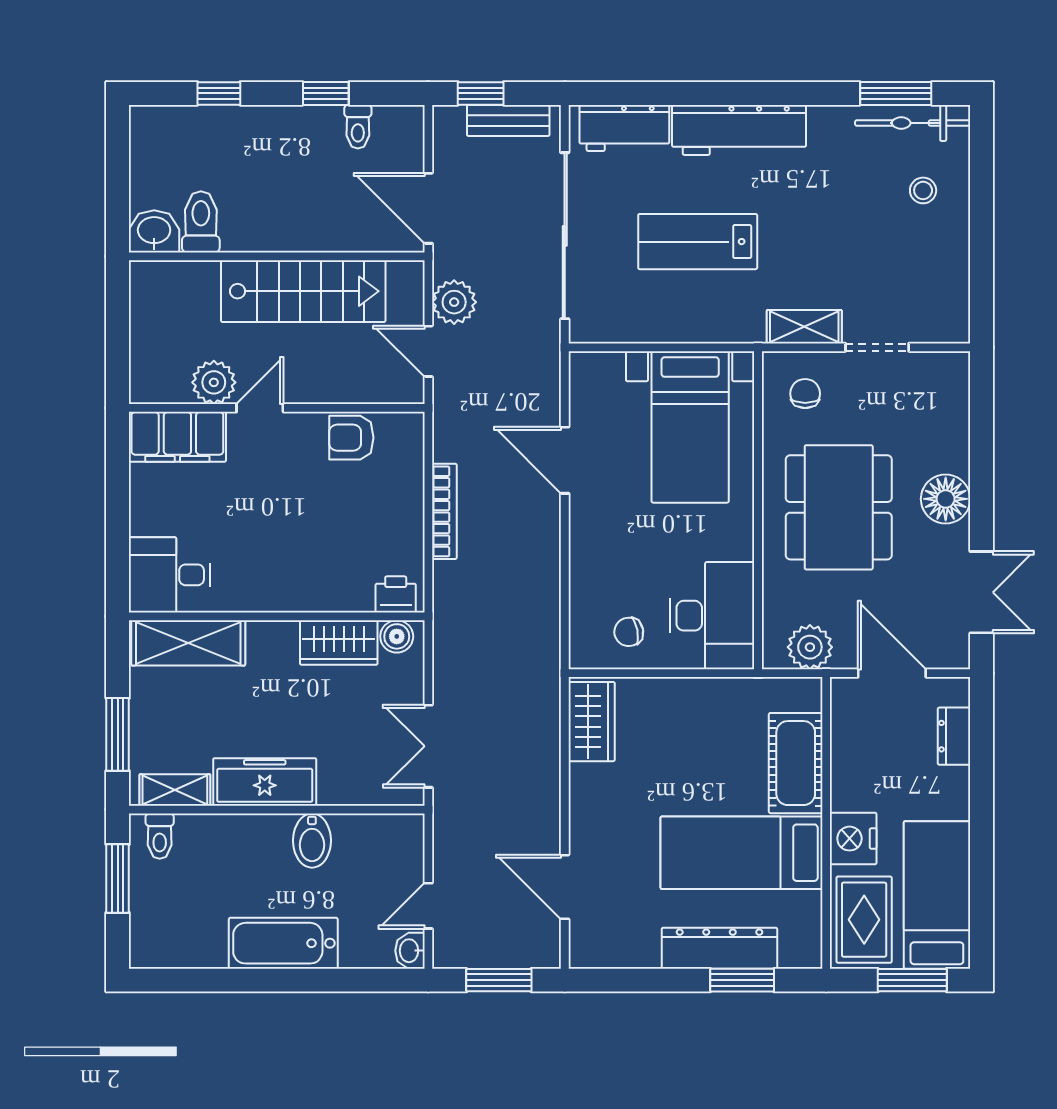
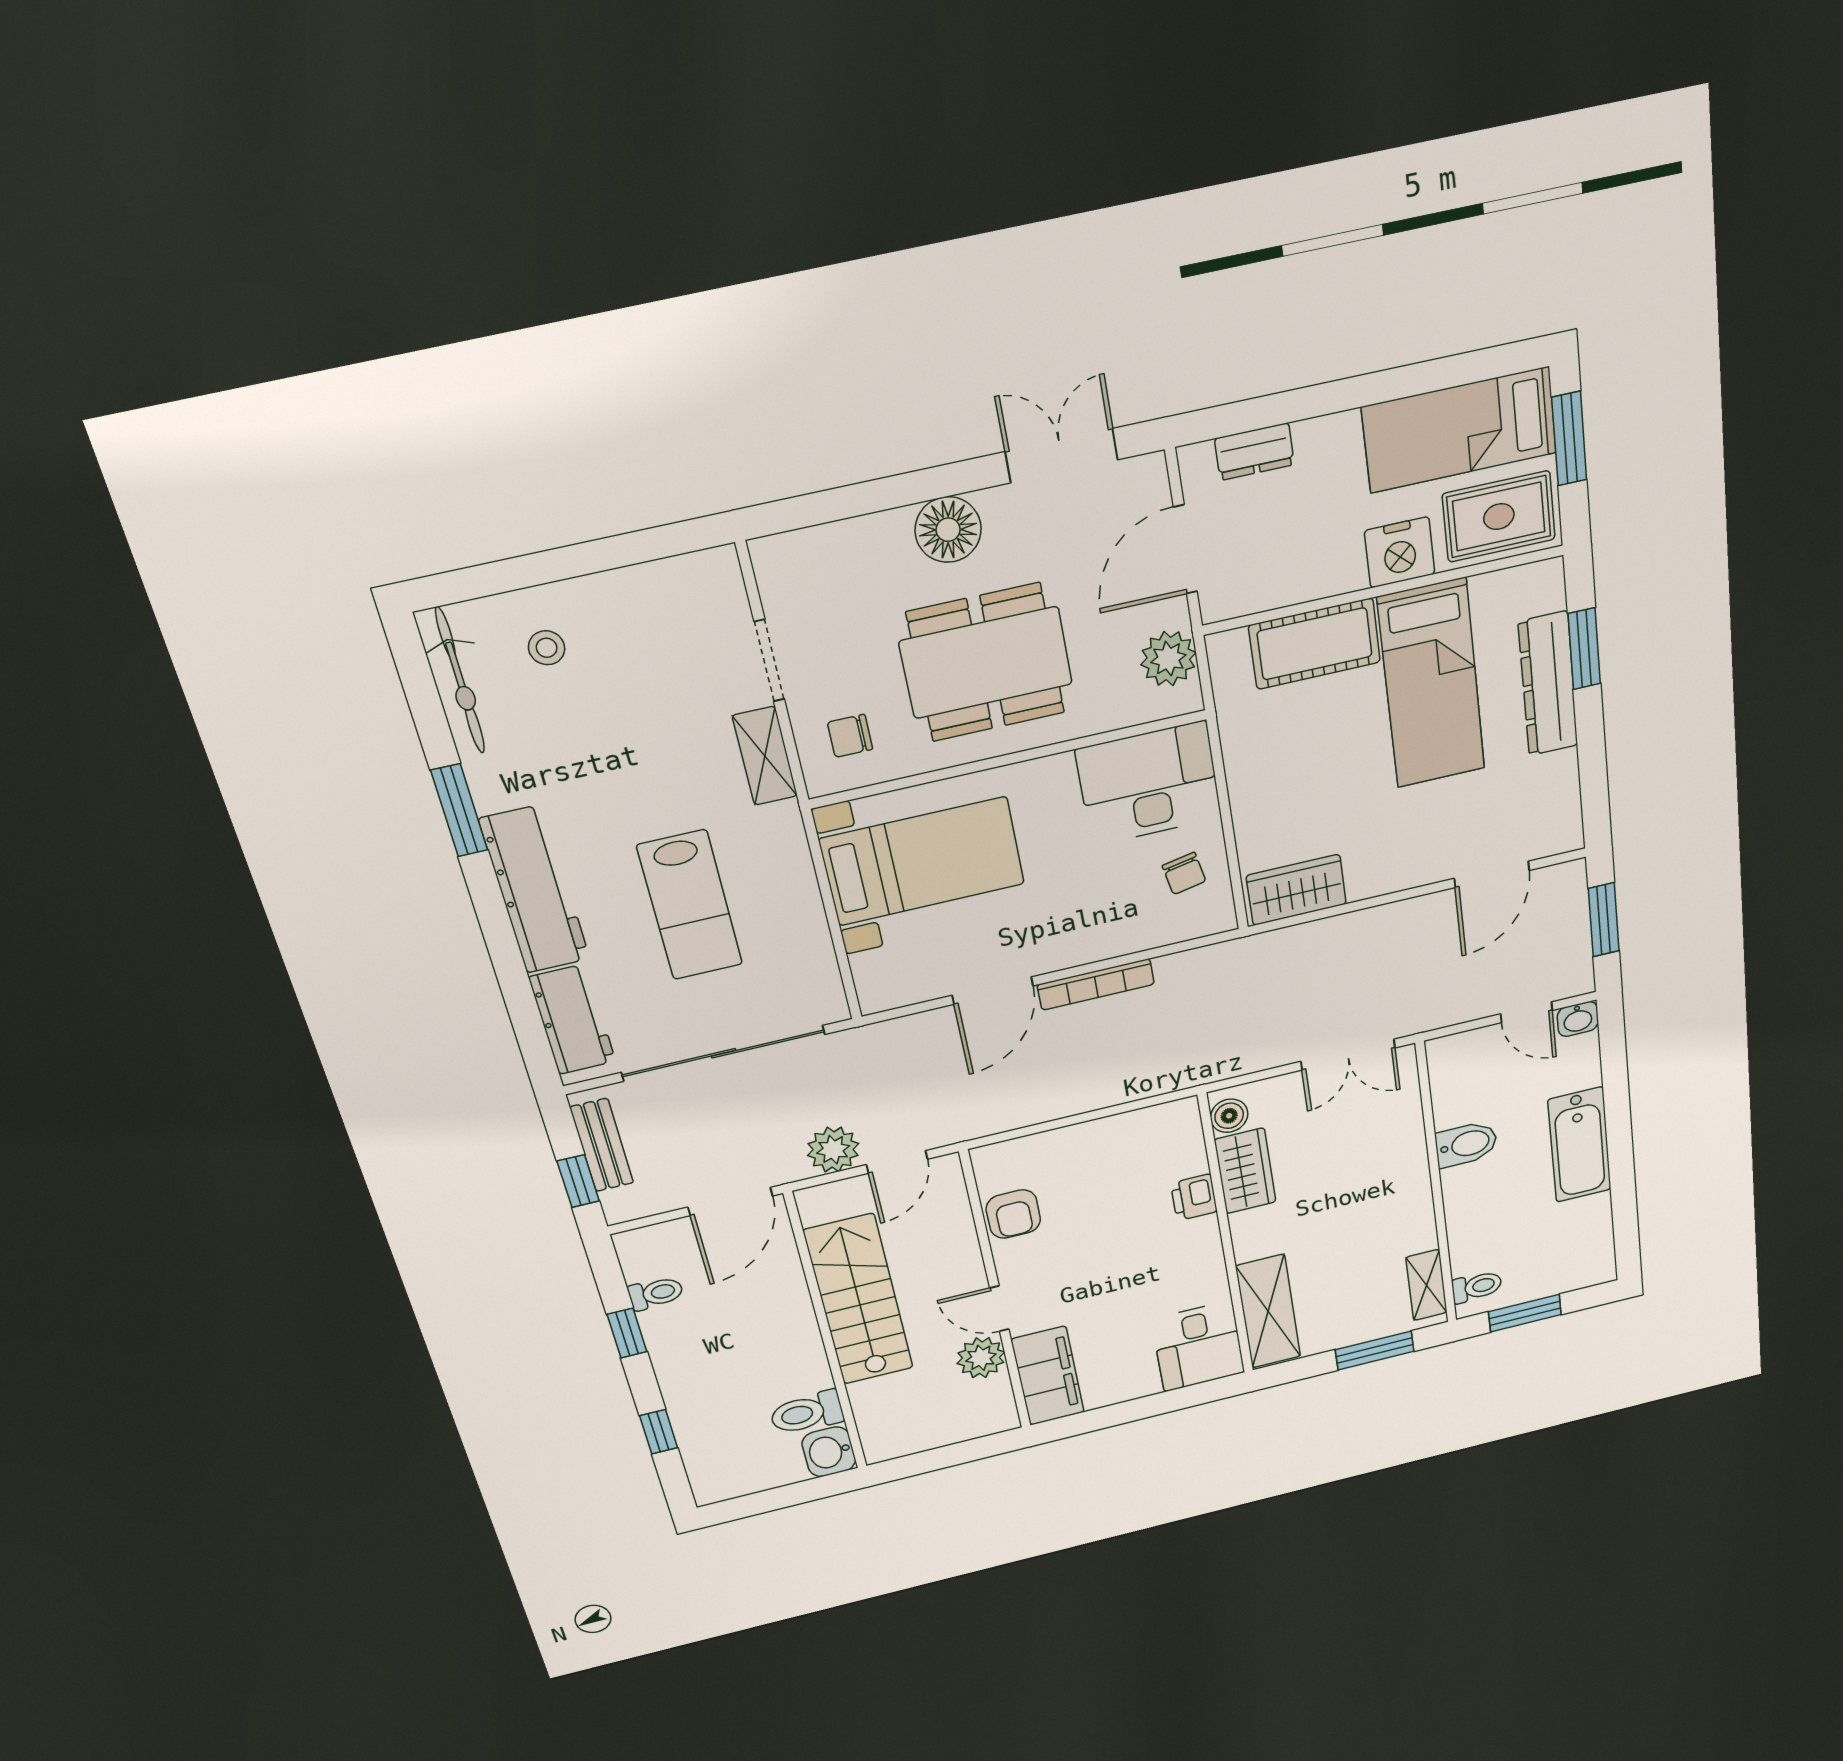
window: (896, 93) -> (459, 810), moved
bookcase: (444, 511) -> (1096, 984), moved, turned 180
printer: (396, 594) -> (1194, 1197), moved
freezer: (265, 782) -> (1408, 1204), removed

